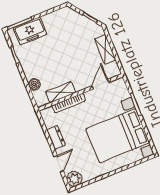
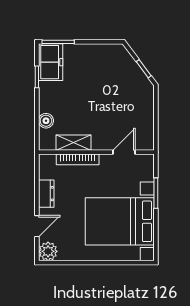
freezer: (30, 31) -> (51, 62), moved, turned -90
shelving: (105, 49) -> (146, 113), removed

